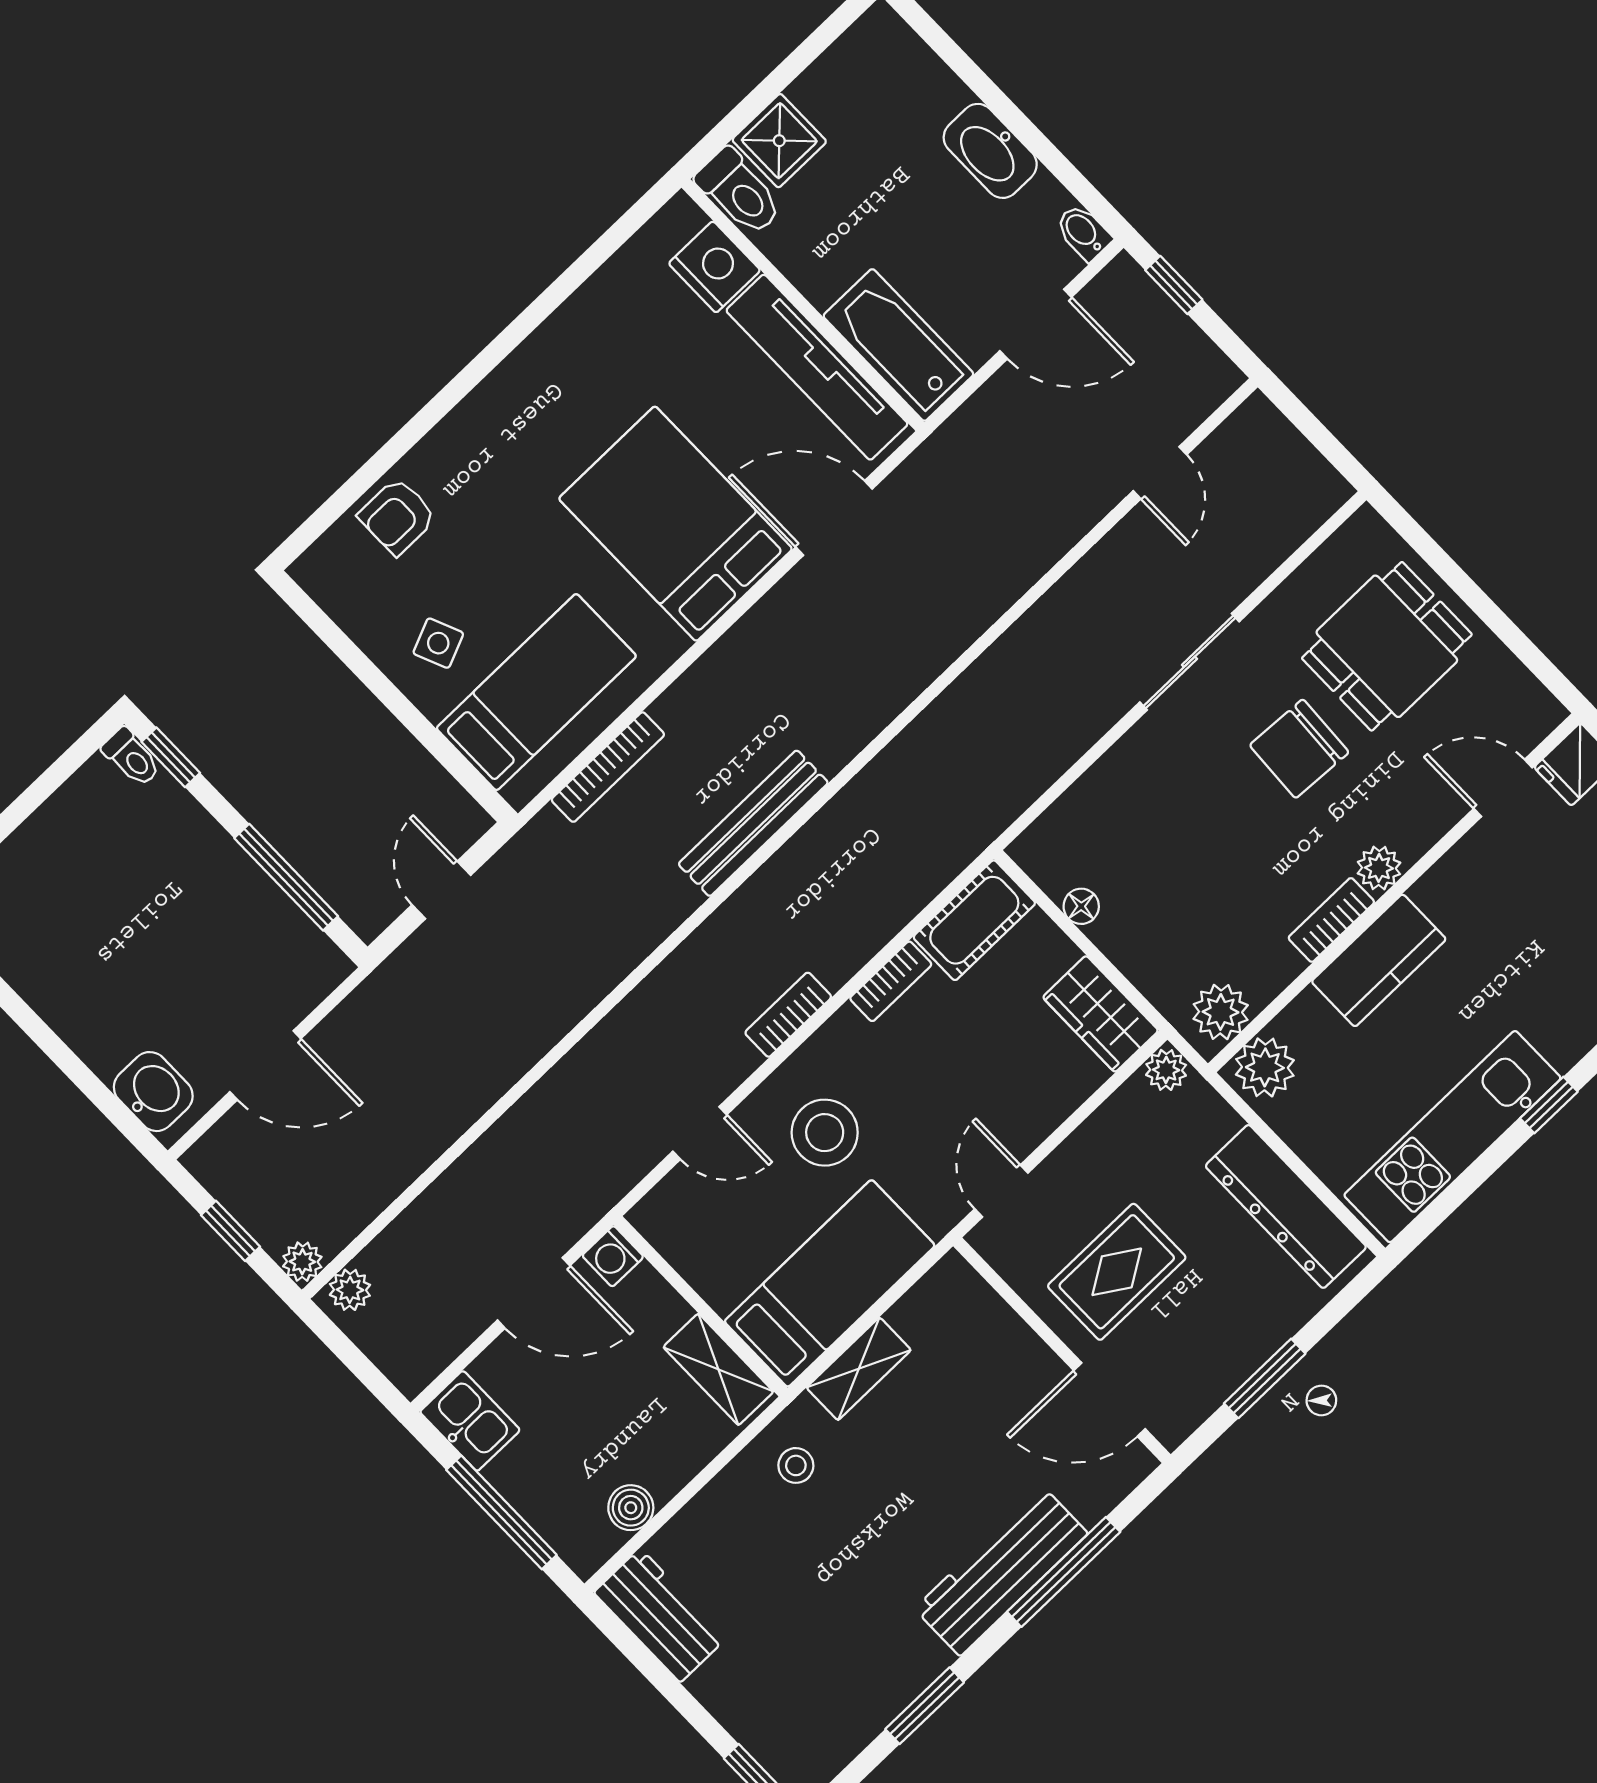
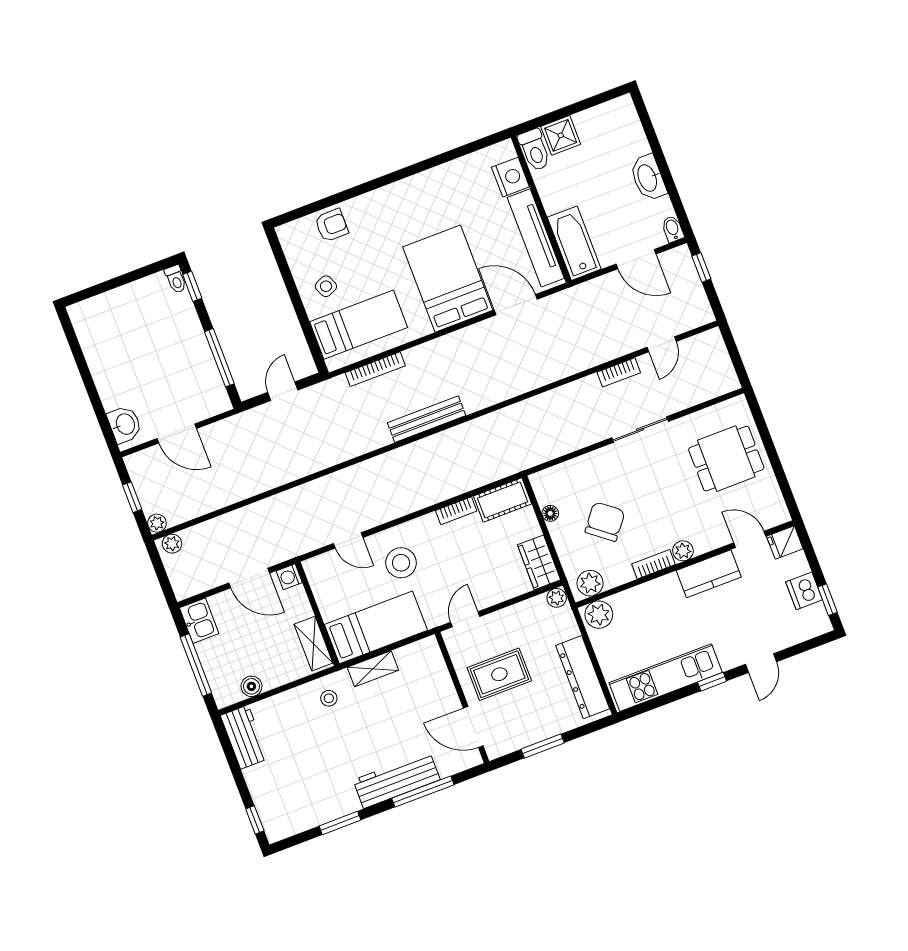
armchair: (397, 516) -> (332, 225), turned 180
chair: (1299, 749) -> (605, 522), moved, turned 125
kitchen counter: (1379, 960) -> (709, 574), moved
bookcase: (788, 1015) -> (619, 372), moved, turned 180

